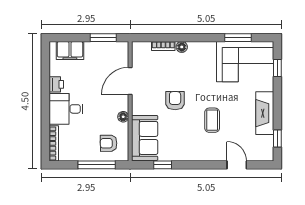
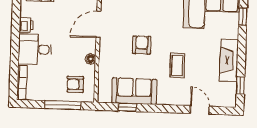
sofa: (145, 138) -> (134, 91), moved, turned -90

